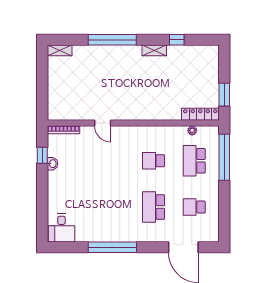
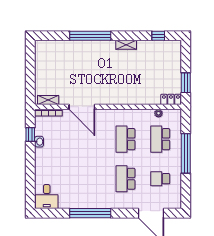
window: (177, 40) -> (158, 36), moved
shelving: (60, 50) -> (48, 100), moved
locker: (200, 114) -> (171, 99), width x0.66
door: (103, 123) -> (82, 107), width x1.87
window: (224, 157) -> (186, 153), moved
school desk: (154, 161) -> (125, 139), width x1.85

